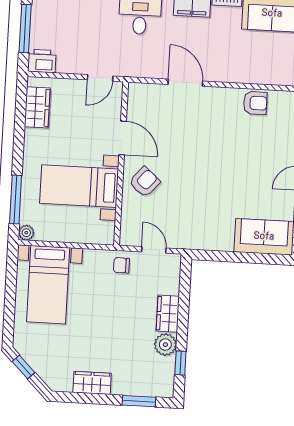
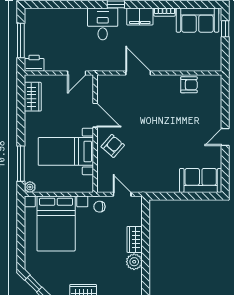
bed with nightstands: (48, 285) -> (56, 223), width x1.36
window: (180, 363) -> (146, 274), removed

